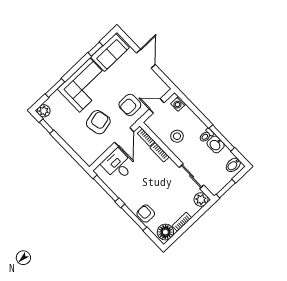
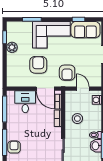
armchair: (130, 105) -> (67, 73), turned -90
plant: (44, 111) -> (12, 47), moved
armchair: (98, 122) -> (38, 65), turned -78
door: (124, 137) -> (45, 89), hinge flipped

